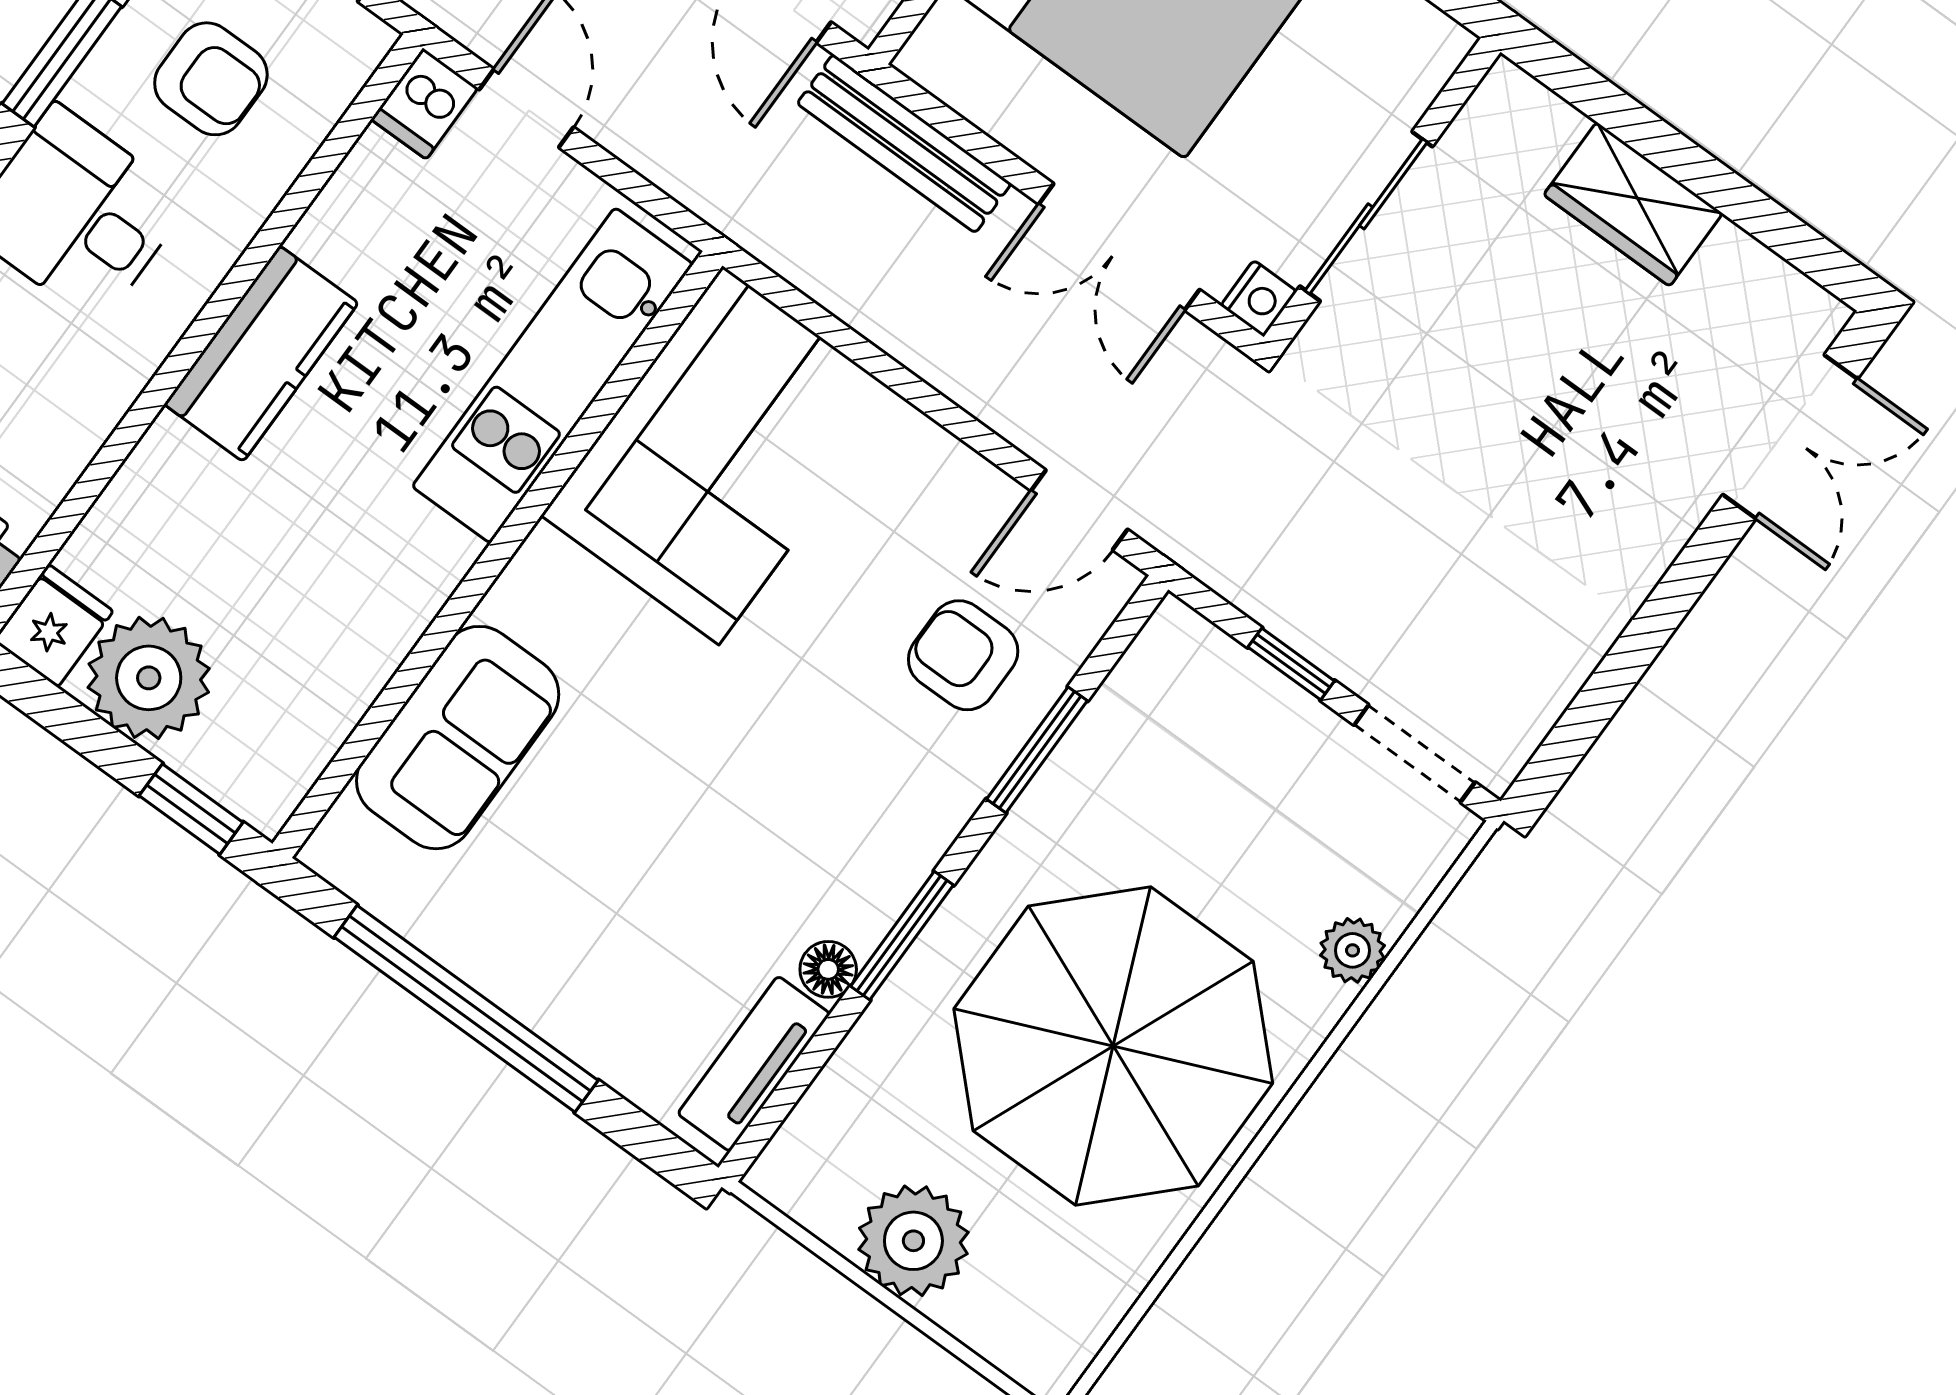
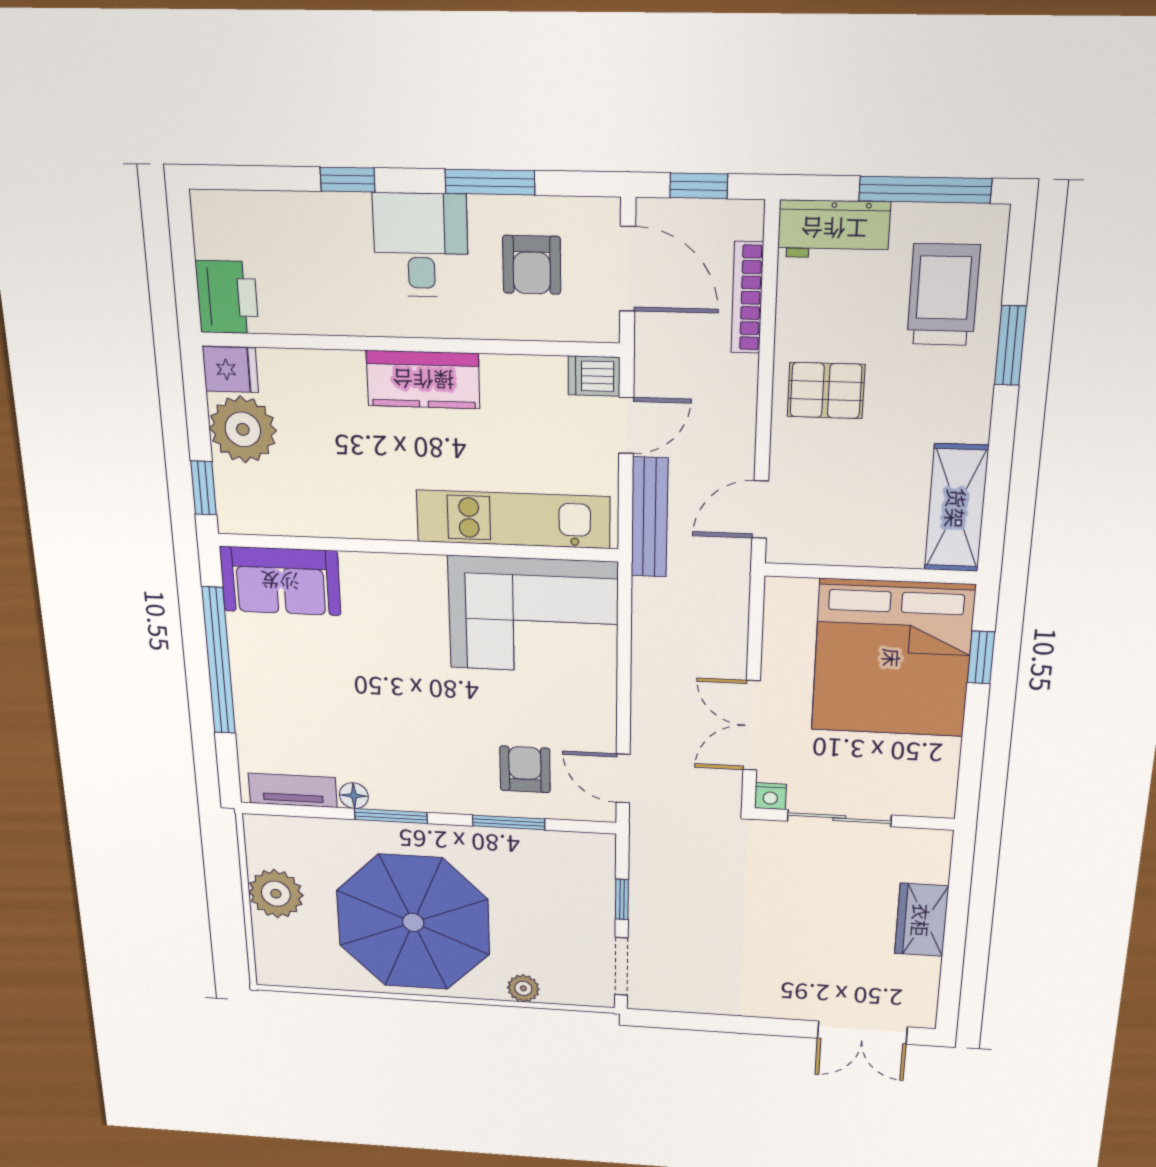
bench: (904, 144) -> (650, 517), moved
sofa: (458, 738) -> (280, 581), moved

